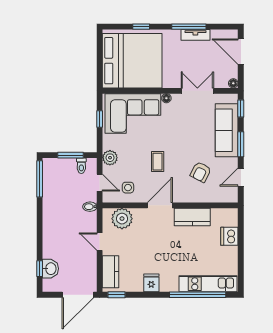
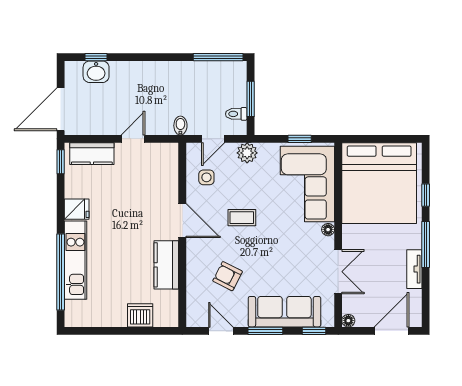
window: (189, 27) -> (426, 244), moved
plant: (122, 219) -> (164, 169), removed
kitchen unit: (208, 284) -> (75, 260), moved
door: (78, 295) -> (61, 109), hinge flipped

